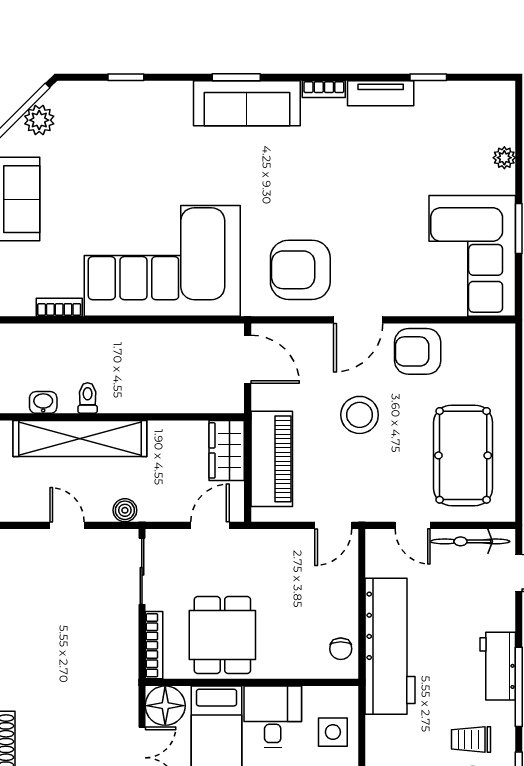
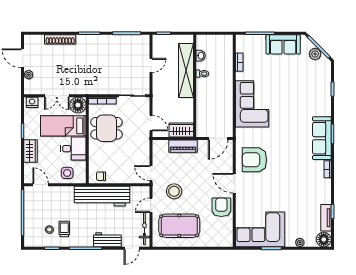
tv unit: (381, 93) -> (326, 218), moved
floor lamp: (497, 99) -> (324, 239), added
corner sofa: (162, 261) -> (252, 104), width x0.73, depth x0.74
armchair: (300, 270) -> (254, 160), turned -90
stool: (360, 415) -> (174, 191), moved
piano: (272, 459) -> (183, 146), width x0.73, depth x0.75
boiler: (125, 510) -> (157, 89), removed
workbench: (498, 666) -> (107, 240), moved

